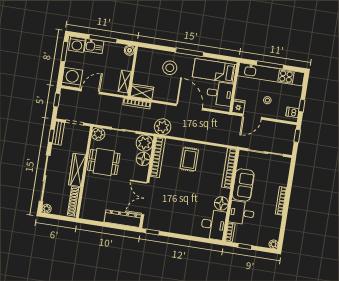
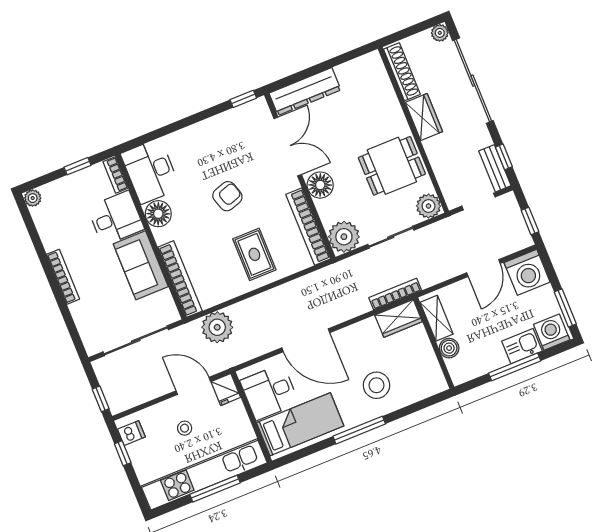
boiler: (130, 50) -> (449, 348), moved
door: (252, 117) -> (193, 386), hinge flipped
plant: (163, 127) -> (217, 327), moved
floor lamp: (143, 159) -> (320, 185), moved
wardrobe: (77, 170) -> (424, 117), width x0.67
armchair: (186, 193) -> (227, 196), added

